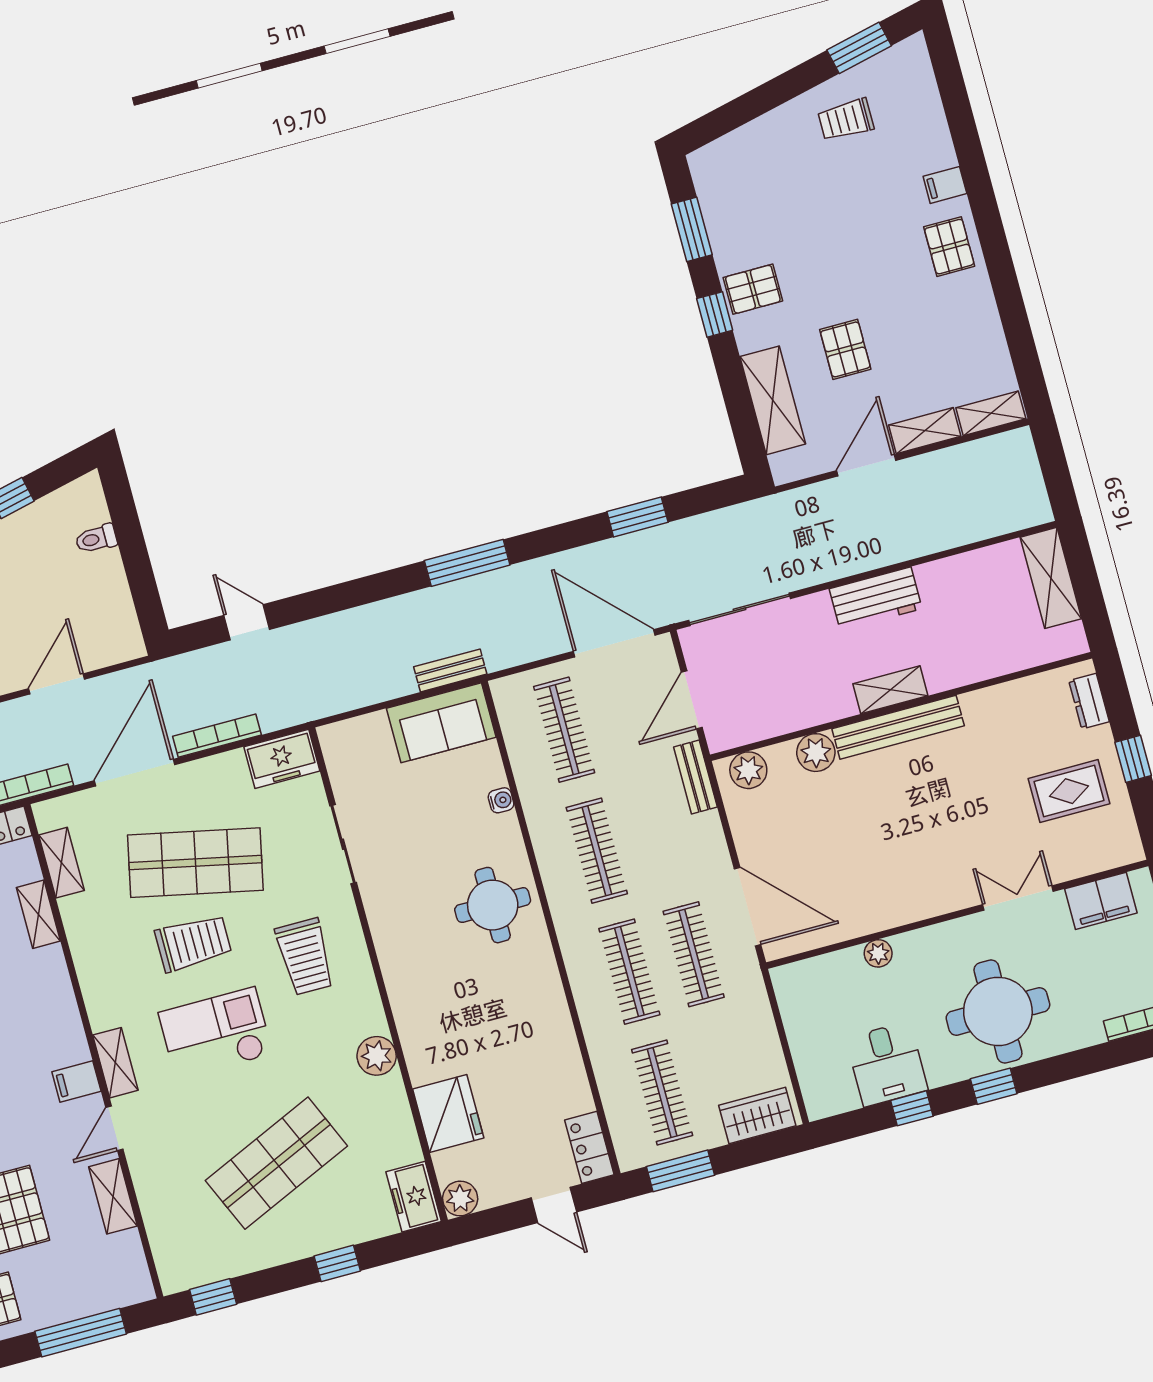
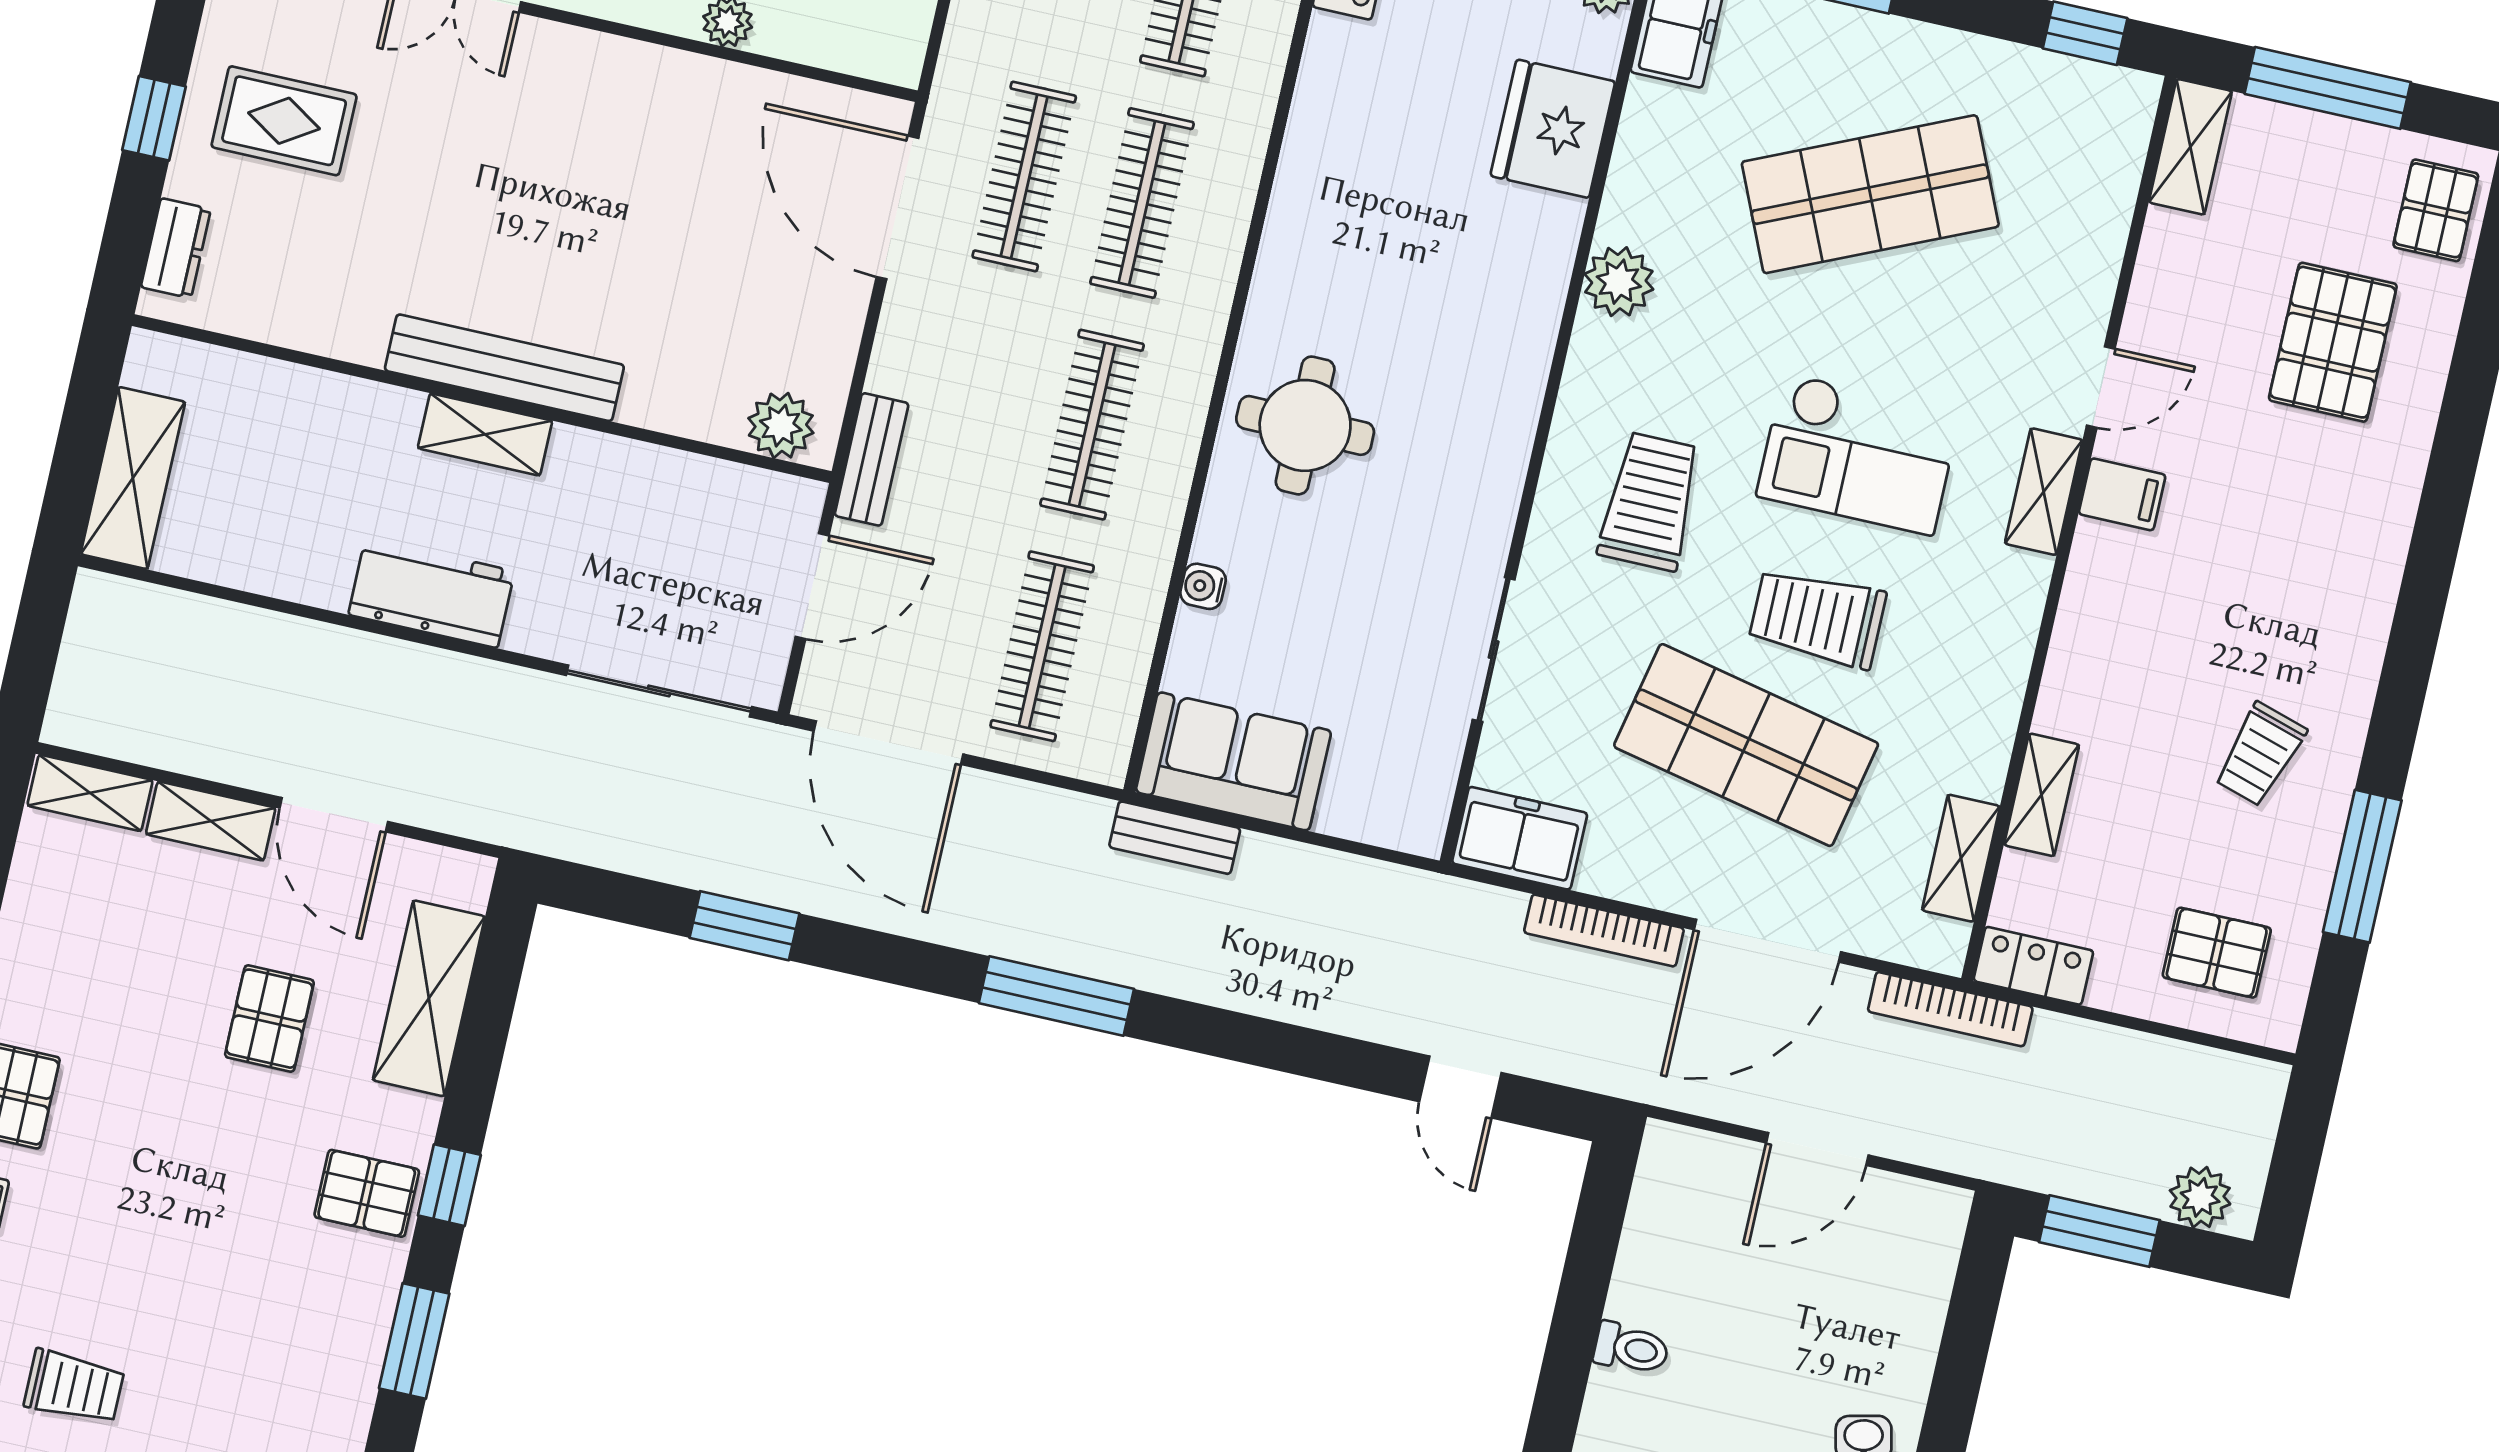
door: (866, 465) -> (334, 815), hinge flipped
plant: (816, 753) -> (658, 397), removed
shelving: (113, 1196) -> (2190, 147), moved

